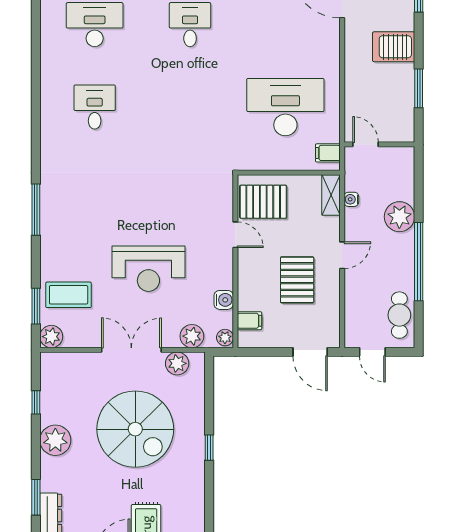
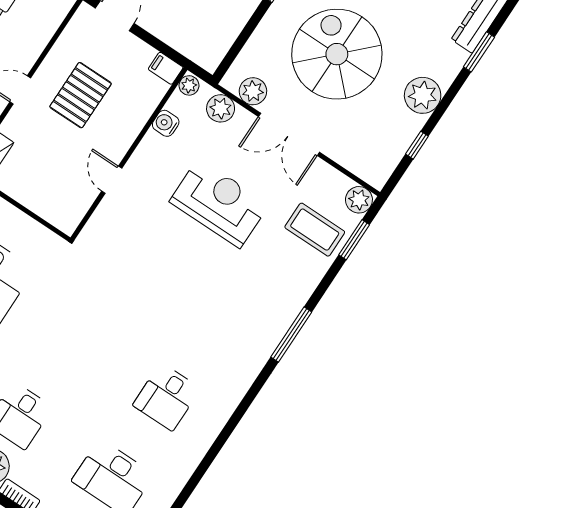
pallet: (263, 202) -> (63, 194), removed
filing cabinet: (250, 321) -> (166, 68), moved

